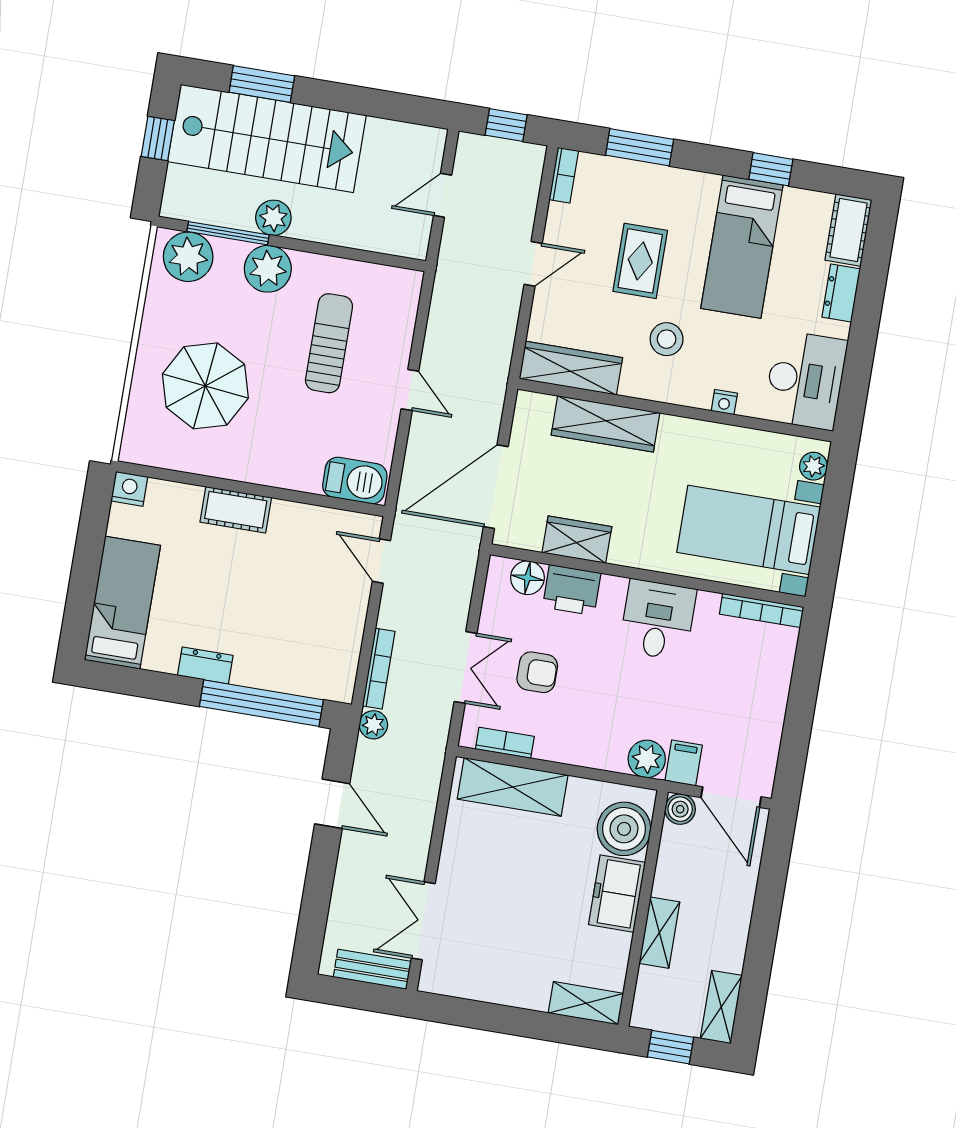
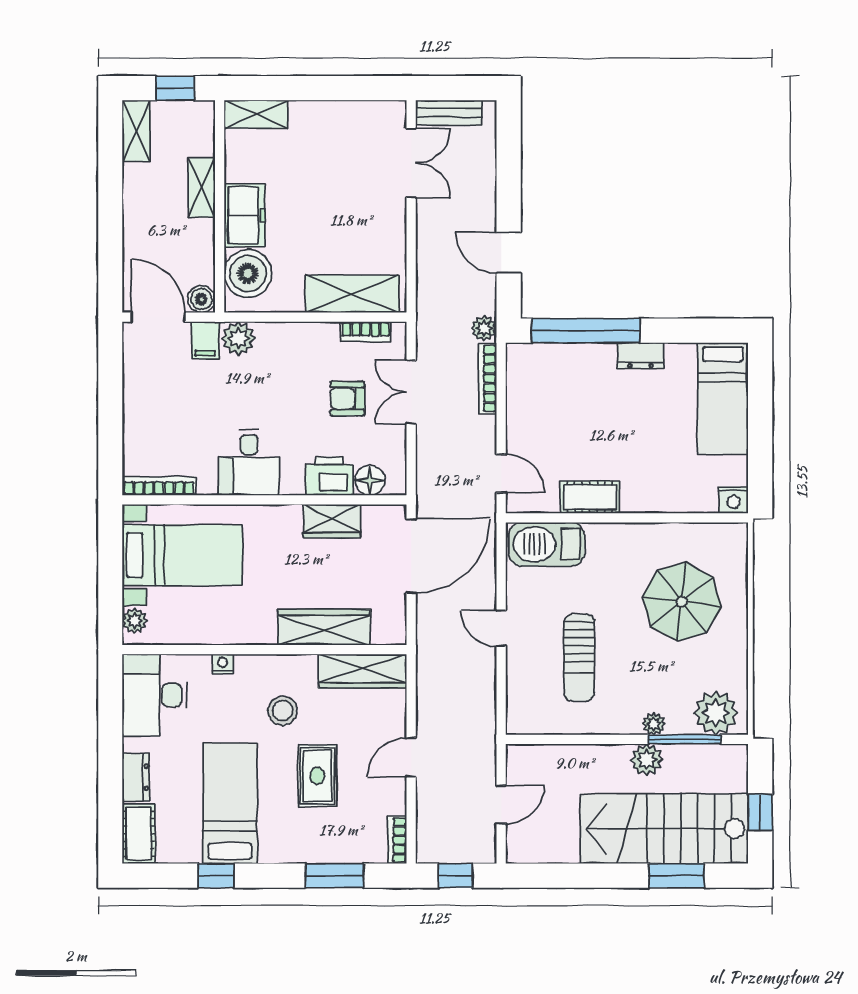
plant: (268, 269) -> (654, 724), width x0.53, depth x0.53
barbecue: (355, 481) -> (546, 544), width x1.37, depth x1.21
cot: (236, 510) -> (590, 497), moved

